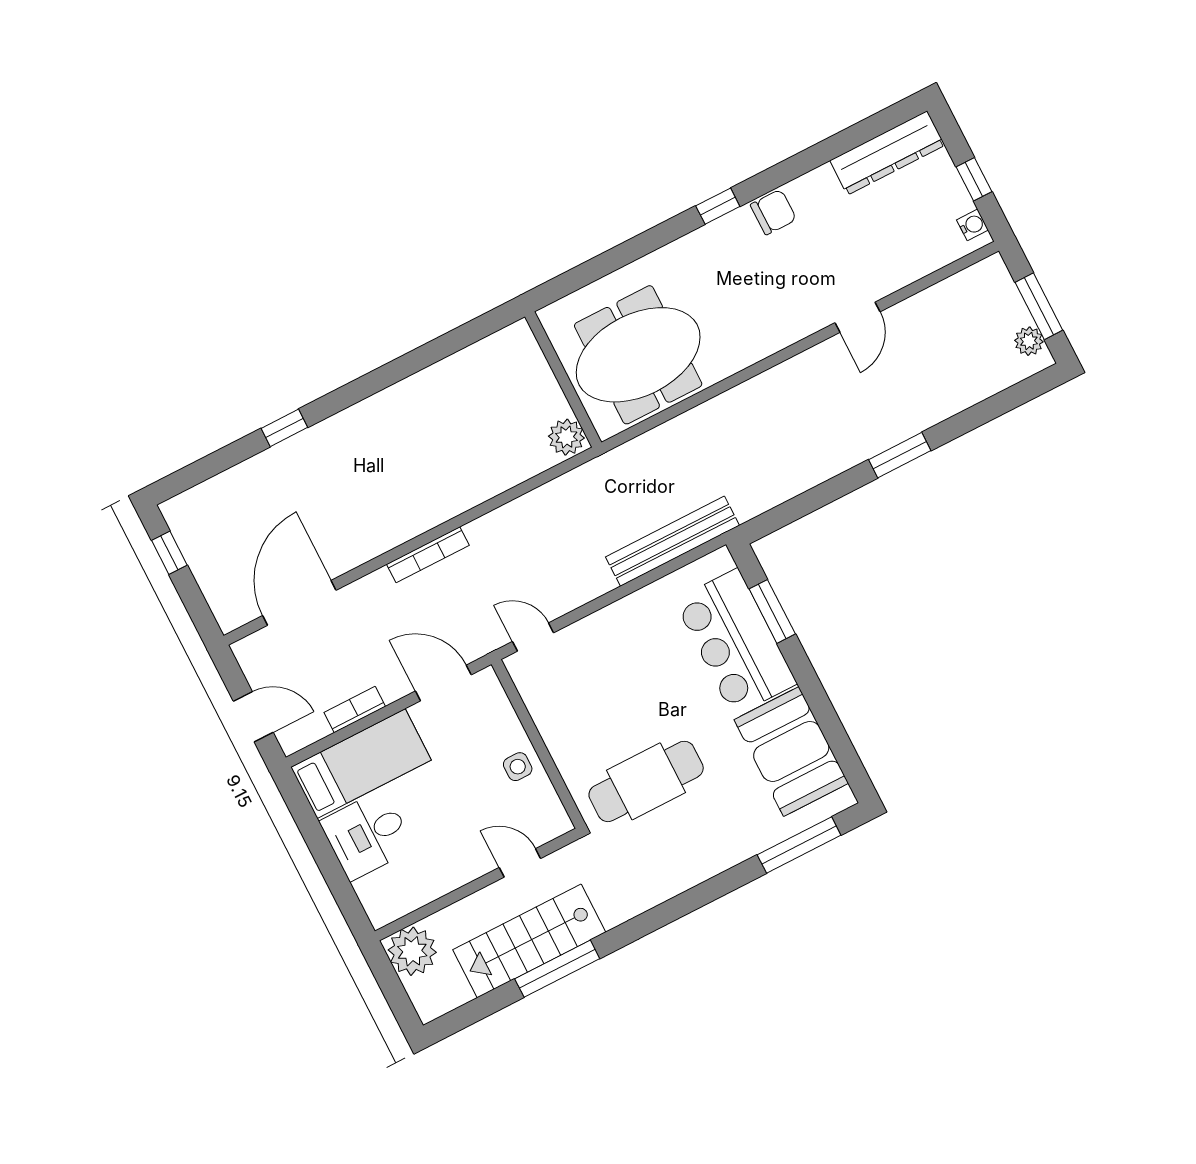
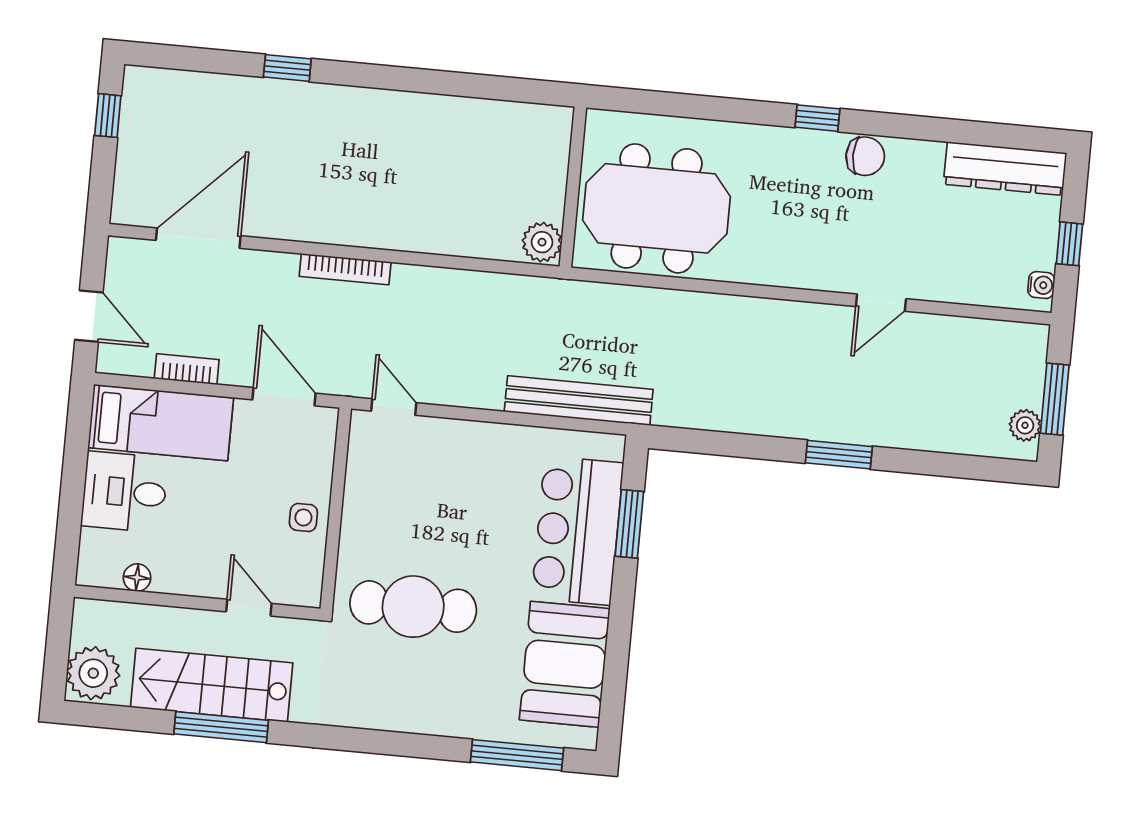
floor lamp: (419, 895) -> (137, 578), added
plant: (412, 951) -> (93, 673), moved

